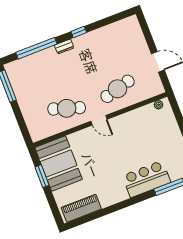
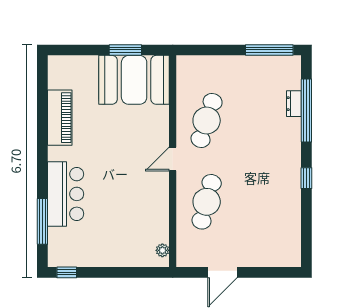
dresser: (64, 47) -> (294, 104), moved
cafe table: (118, 89) -> (207, 202), turned 30
piano: (81, 208) -> (60, 118), moved

